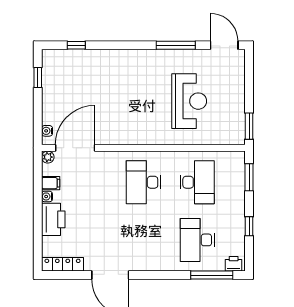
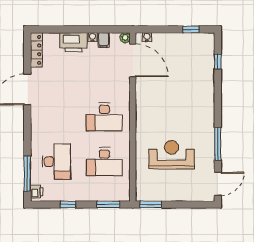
reception desk: (189, 101) -> (172, 155), turned 180
desk: (143, 182) -> (104, 117), turned 180
desk: (197, 240) -> (56, 162), turned 90

